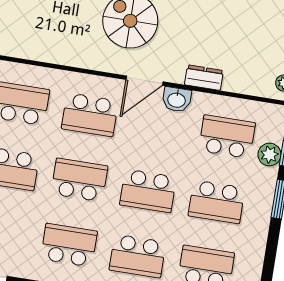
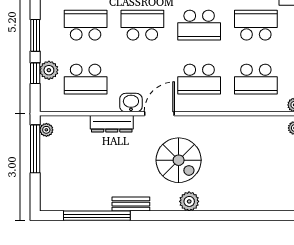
dresser: (204, 78) -> (112, 124), width x1.44
school desk: (90, 115) -> (199, 79), turned 180

